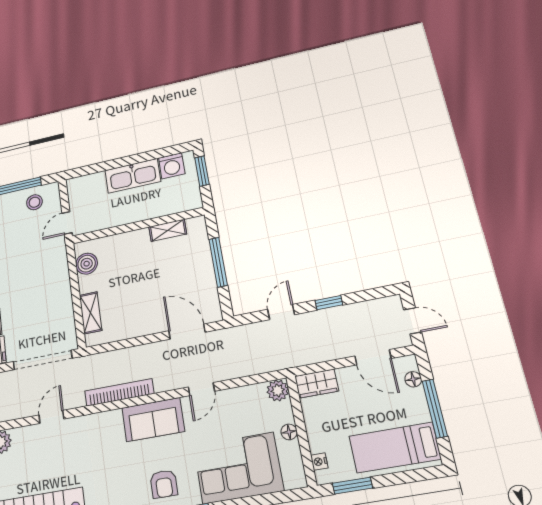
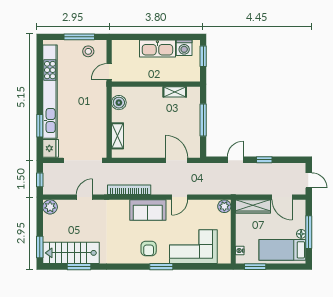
floor lamp: (413, 379) -> (301, 234), moved
wardrobe: (317, 384) -> (253, 206), width x1.50
floor lamp: (289, 432) -> (226, 231), removed

